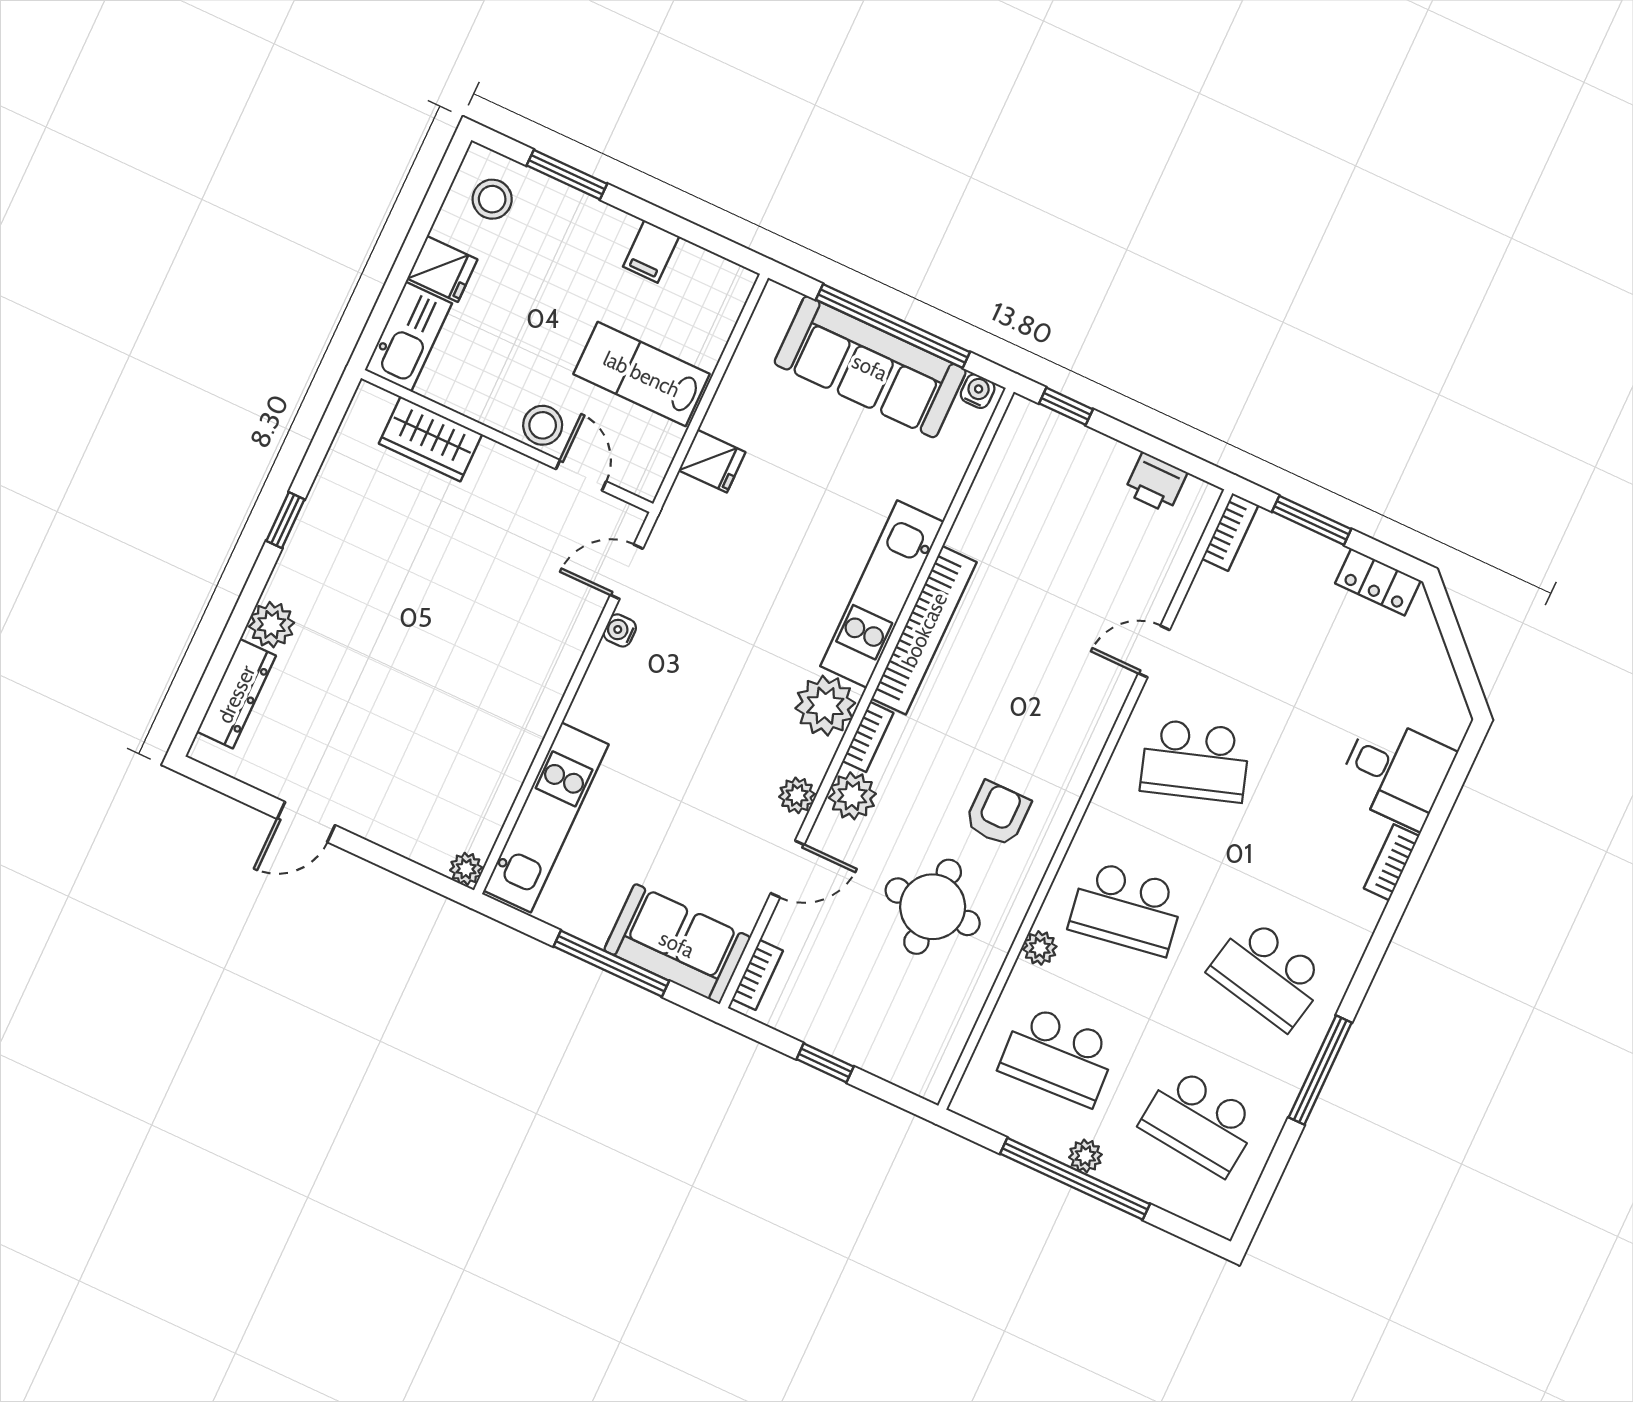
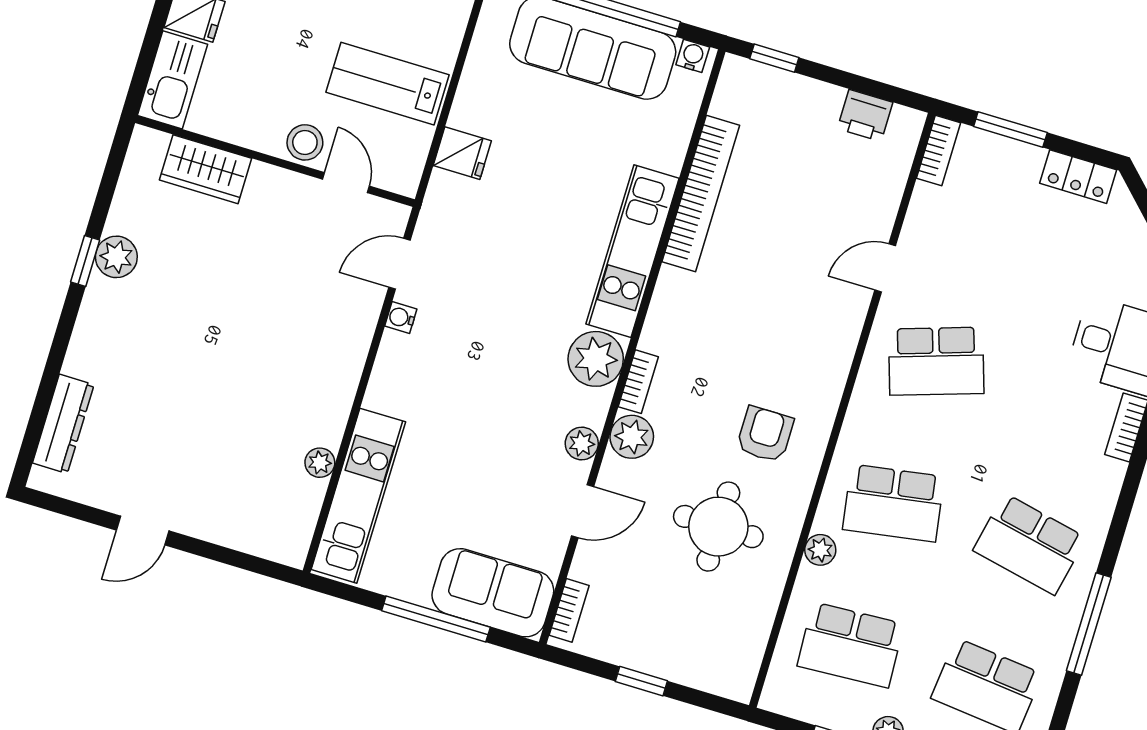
plant: (272, 625) -> (116, 257), moved
bookcase: (924, 630) -> (701, 193), moved
plant: (466, 869) -> (320, 463), moved

